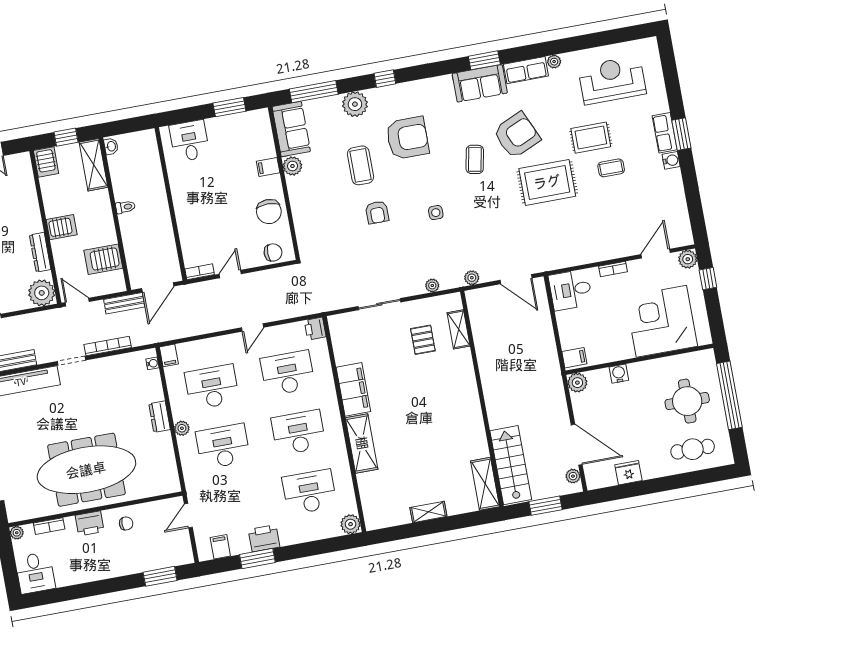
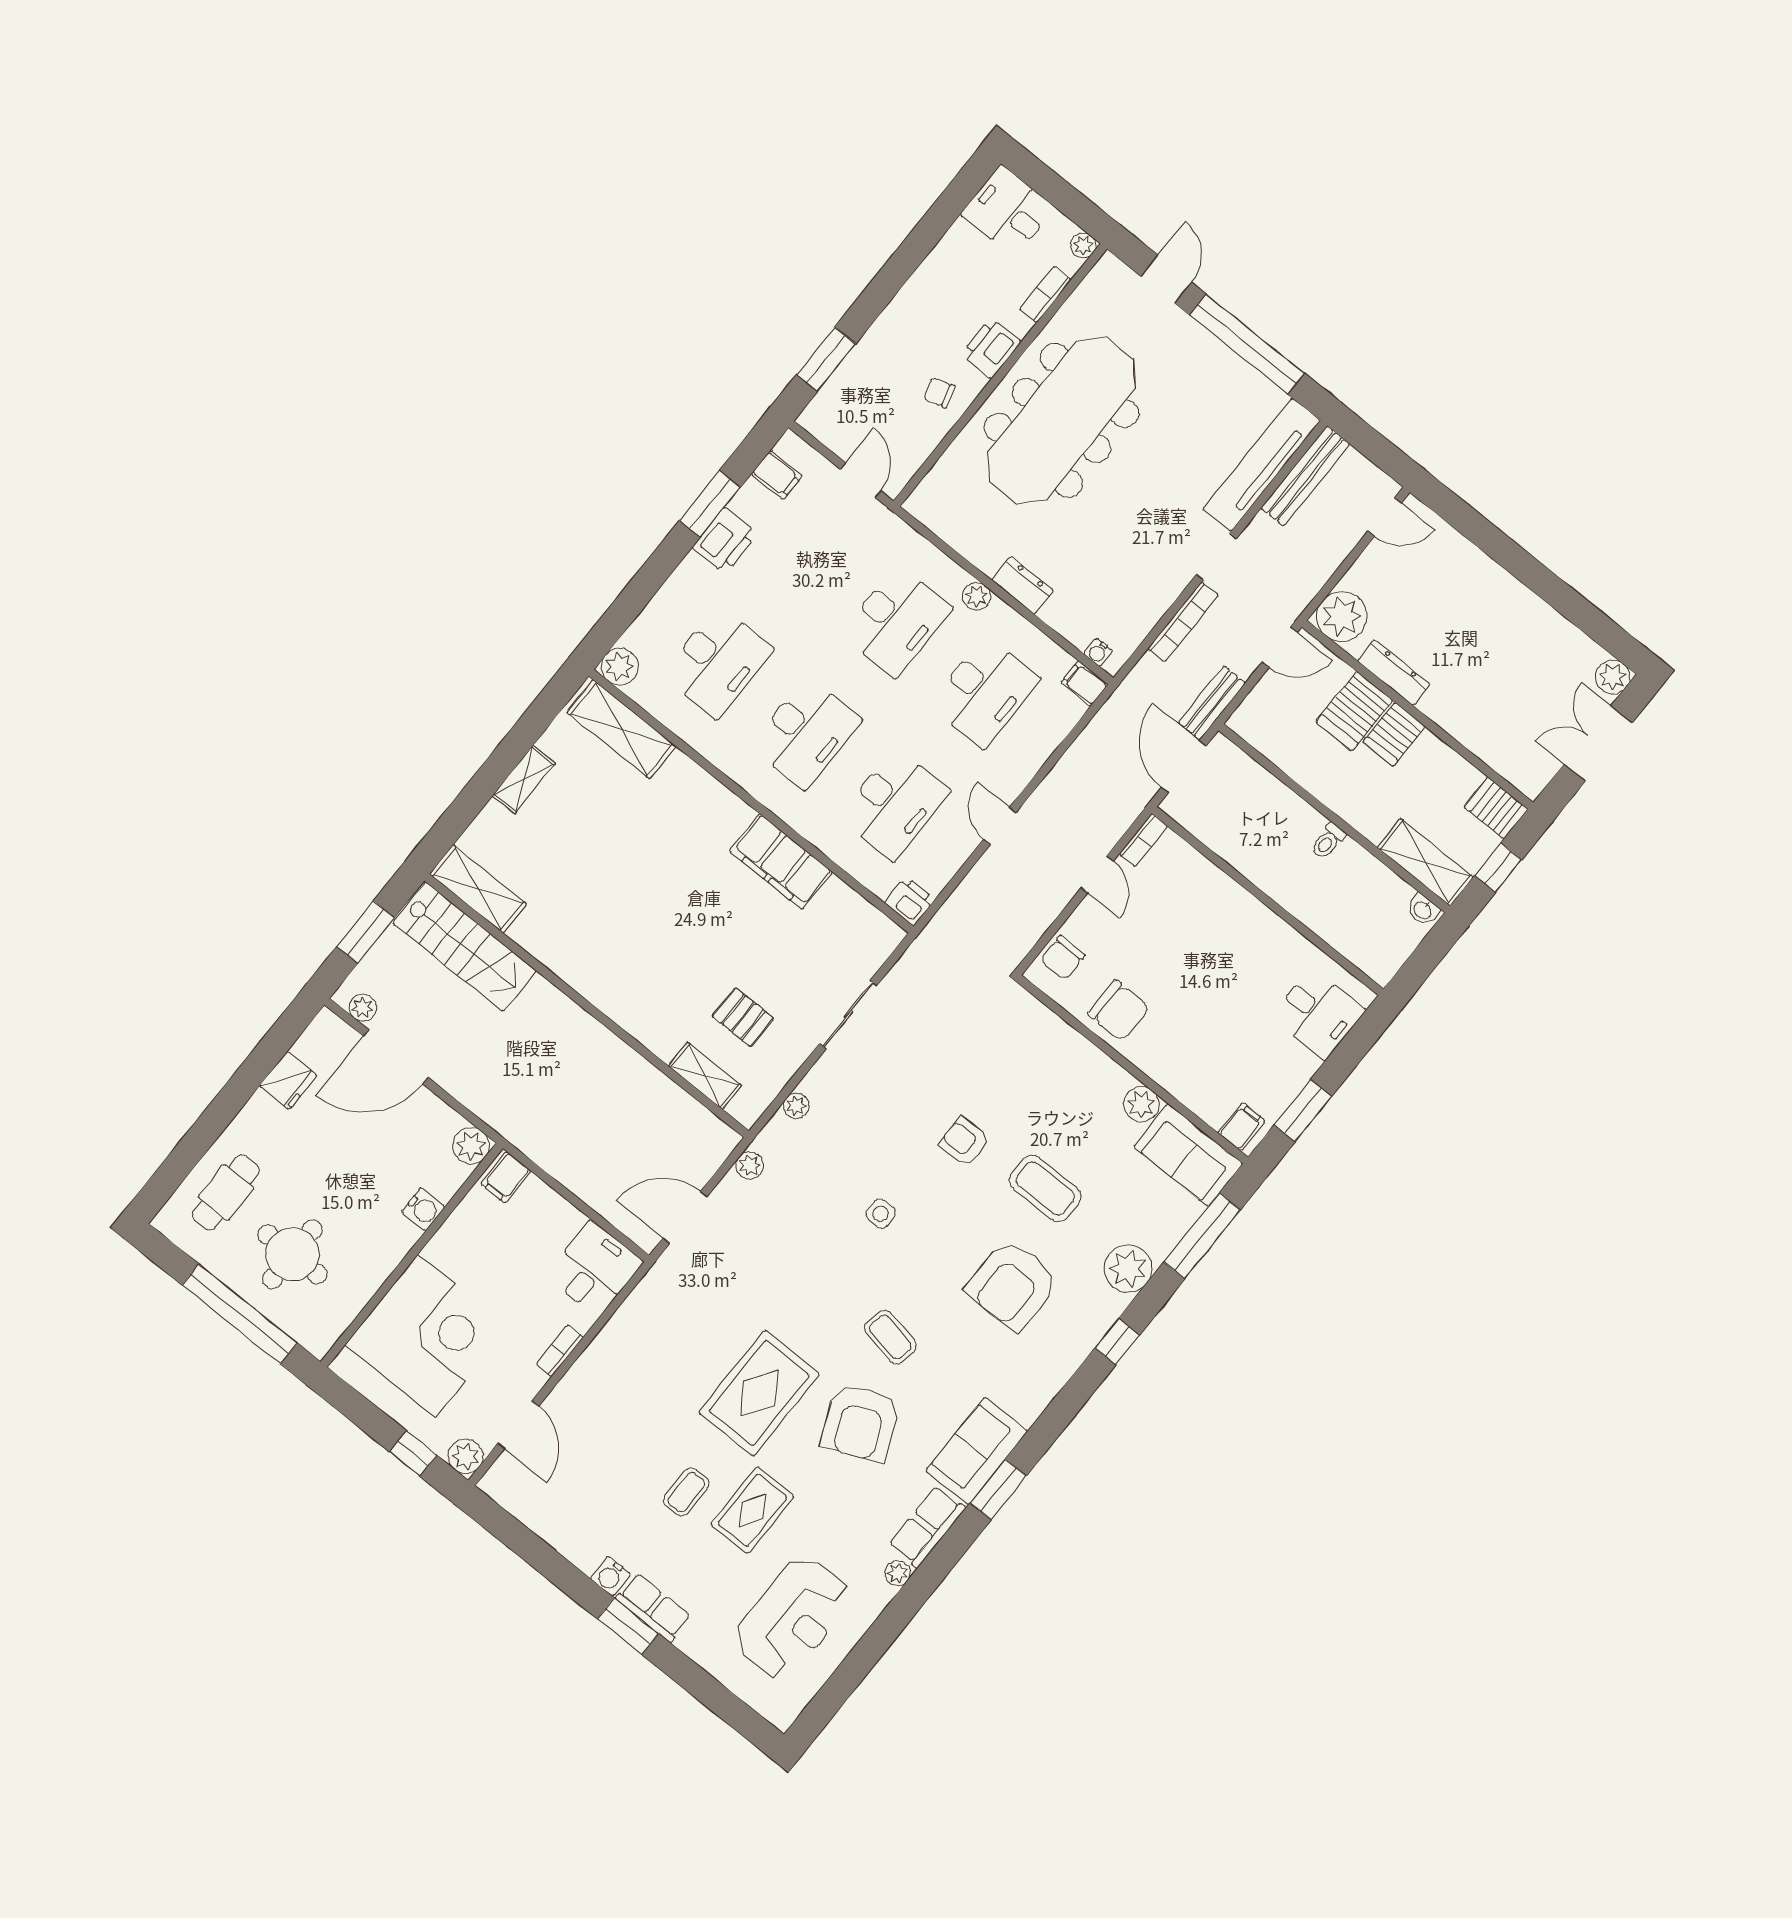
filing cabinet: (268, 167) -> (1241, 1127), moved
chair: (269, 212) -> (1119, 1011), turned 180
server rack: (103, 259) -> (1354, 711), moved, turned 180
shelving: (362, 443) -> (621, 729), moved
chair: (126, 523) -> (939, 393), turned 73

